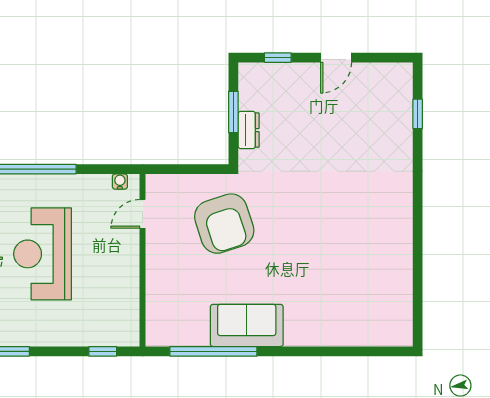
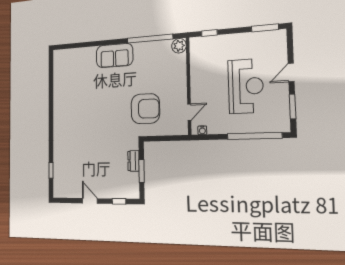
door: (336, 58) -> (90, 201), hinge flipped
armchair: (224, 224) -> (145, 109), turned 108
sofa: (247, 325) -> (115, 56), moved
plant: (159, 333) -> (179, 46), added

